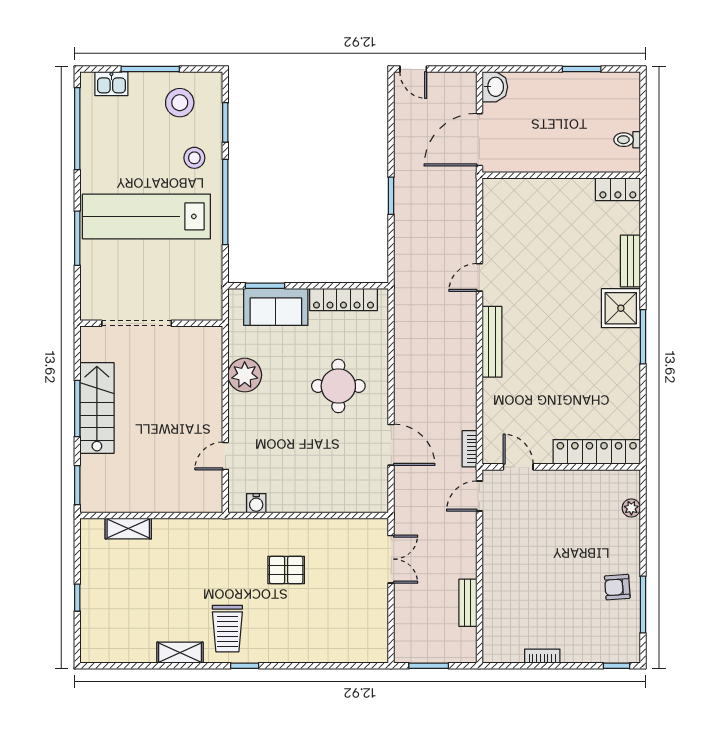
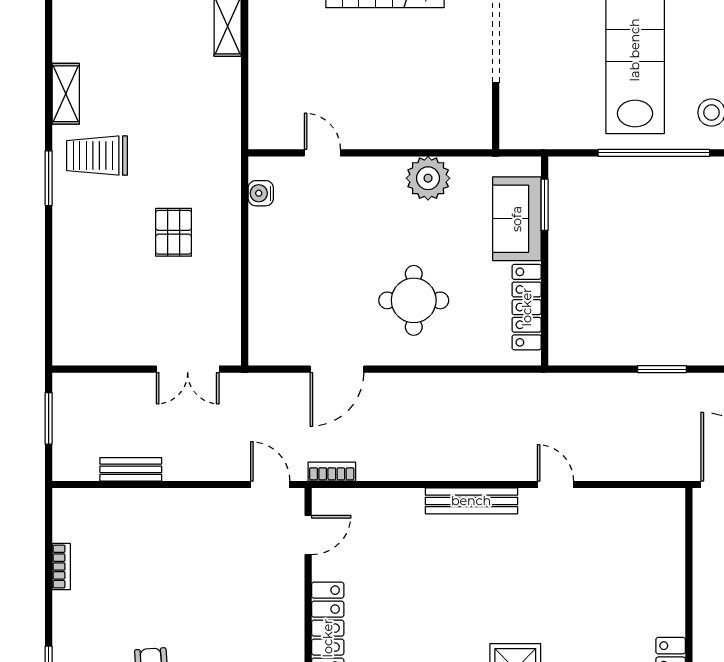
window: (245, 666) -> (49, 178), width x1.50

